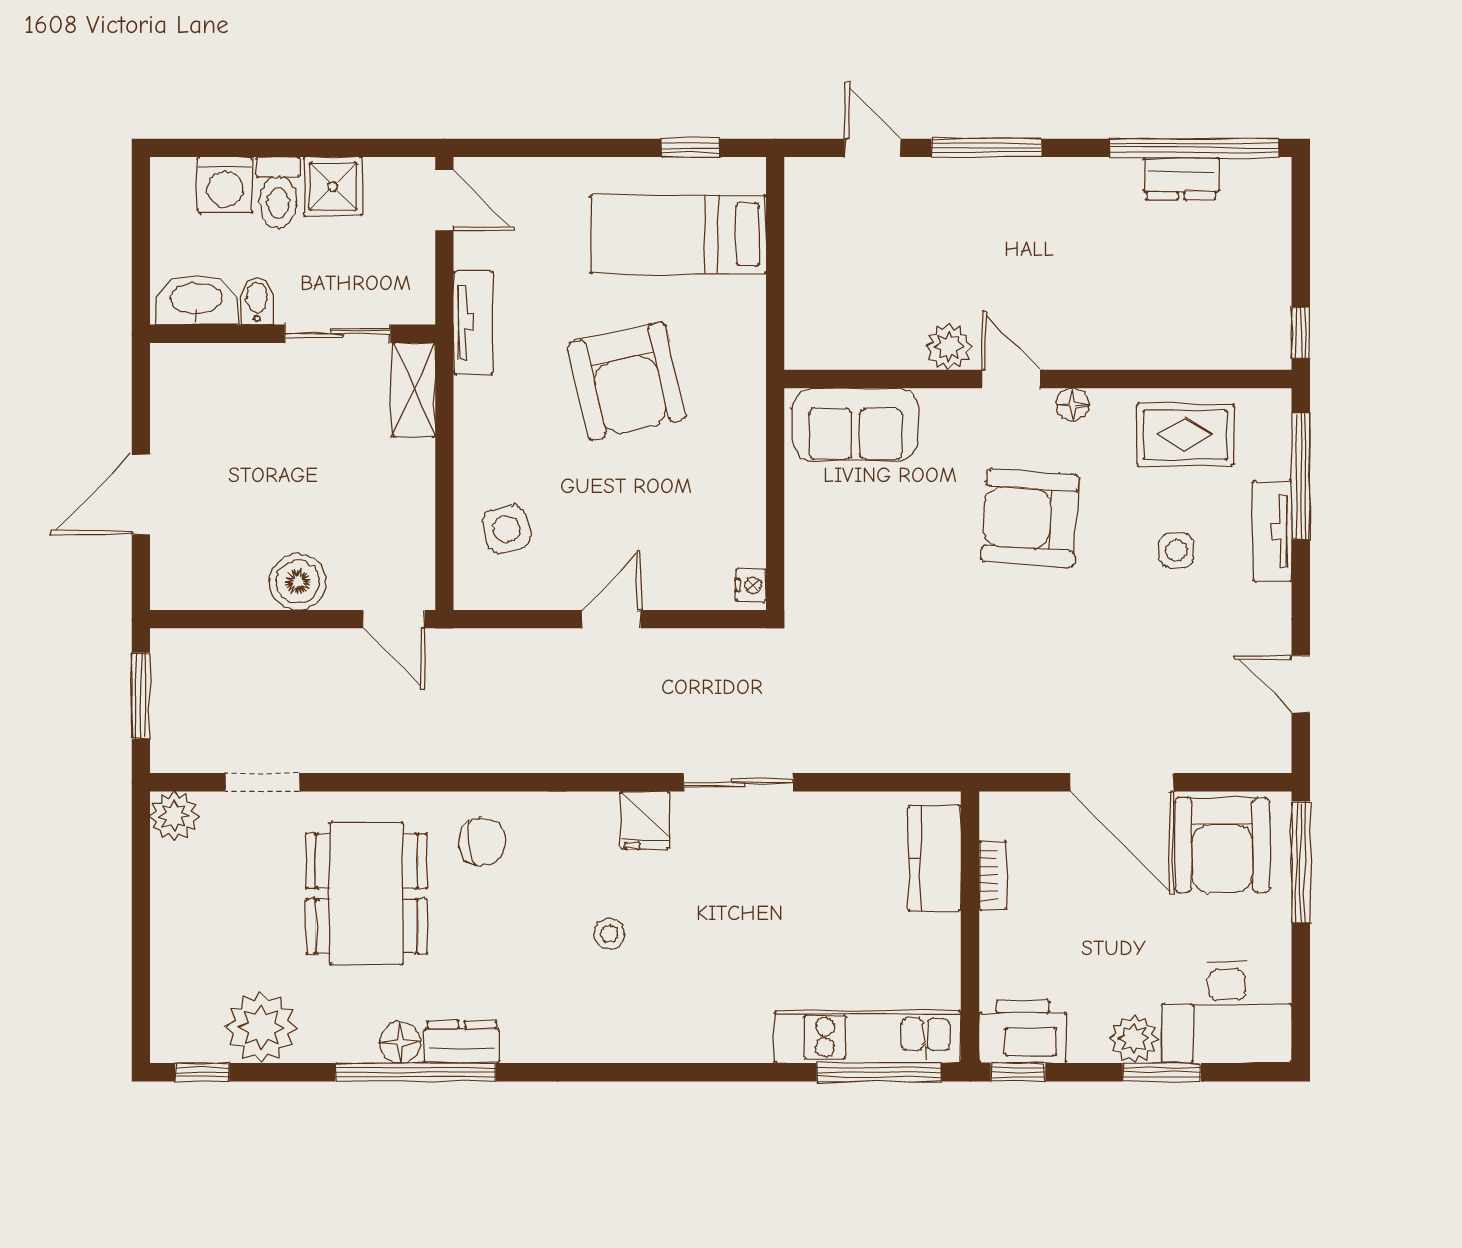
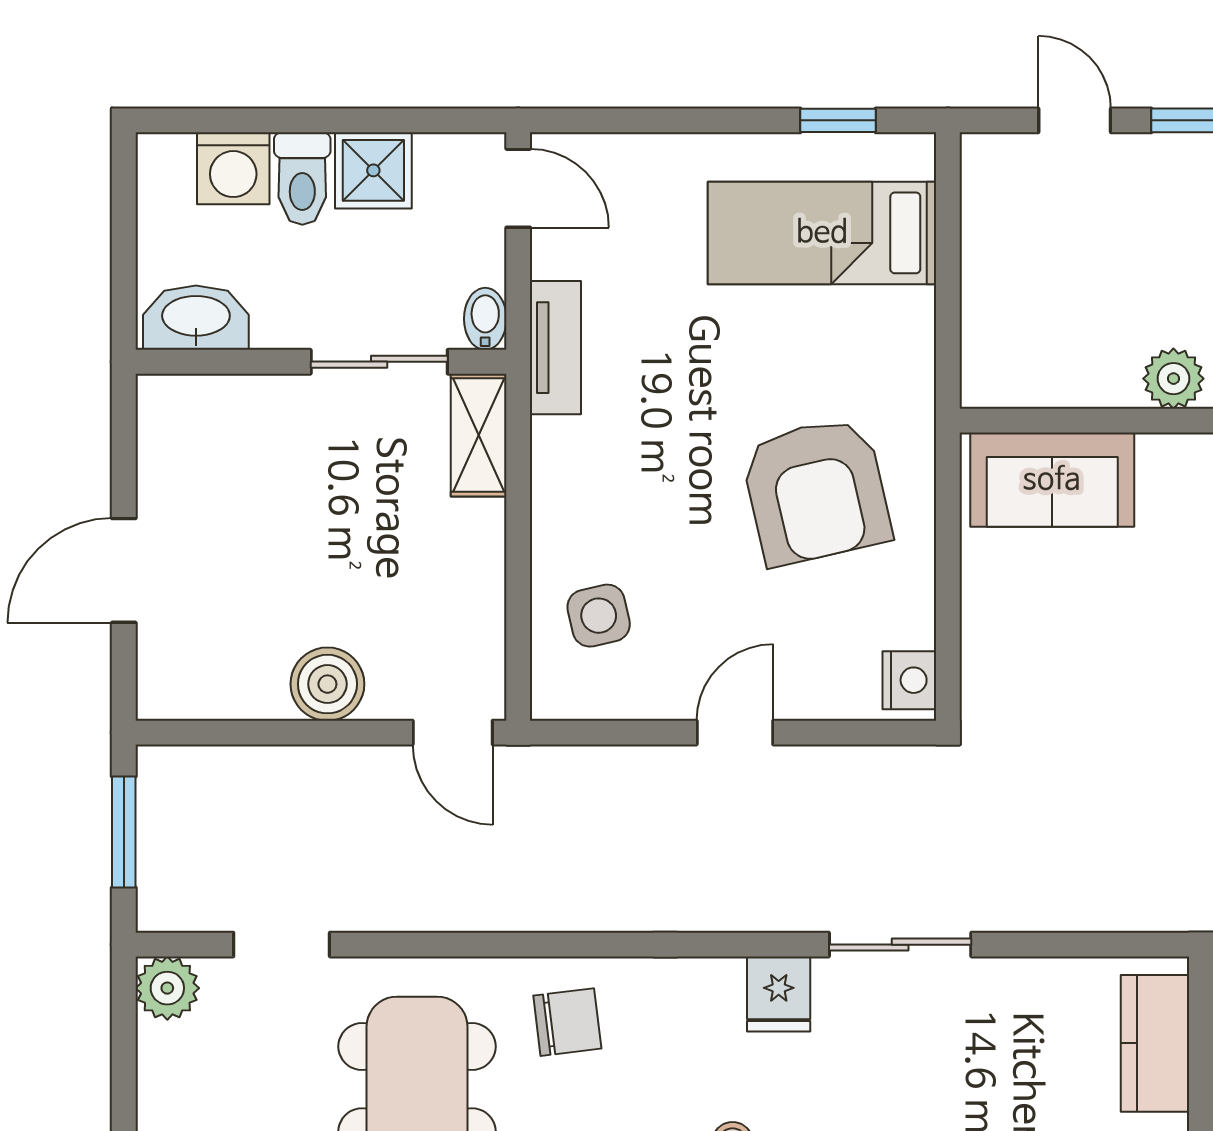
bidet: (257, 301) -> (485, 319), moved
armchair: (627, 381) -> (816, 491), moved
nightstand: (751, 585) -> (909, 680), width x1.39, depth x1.35

